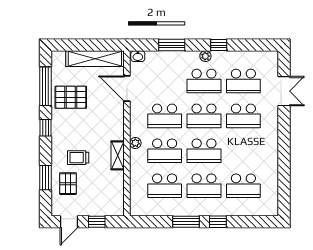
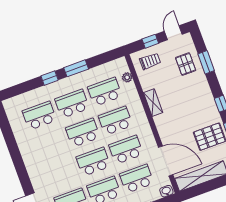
door: (127, 89) -> (166, 161), width x1.36
school desk: (243, 116) -> (137, 179), moved
plant: (135, 143) -> (127, 77), moved
trolley: (78, 158) -> (150, 61), moved

